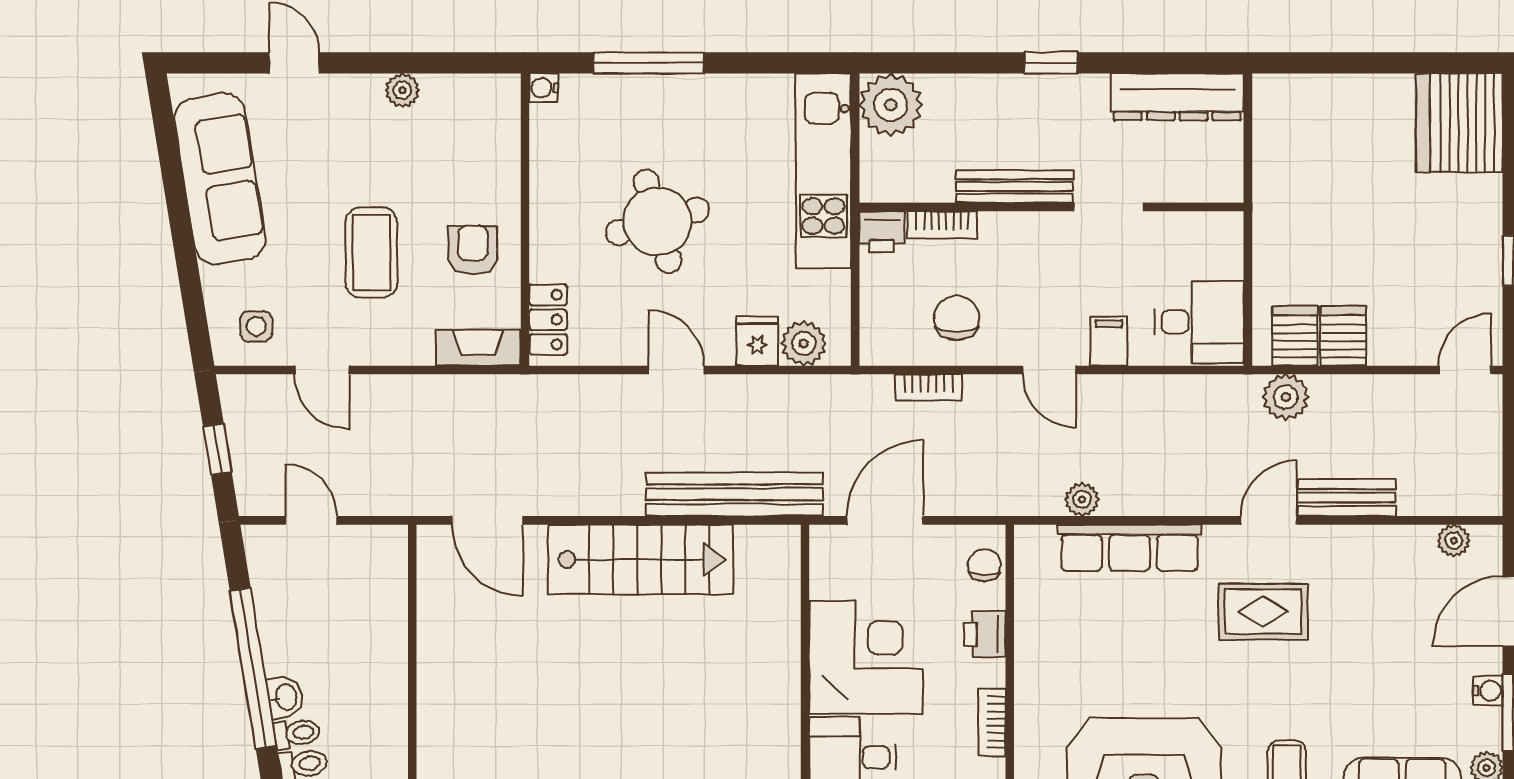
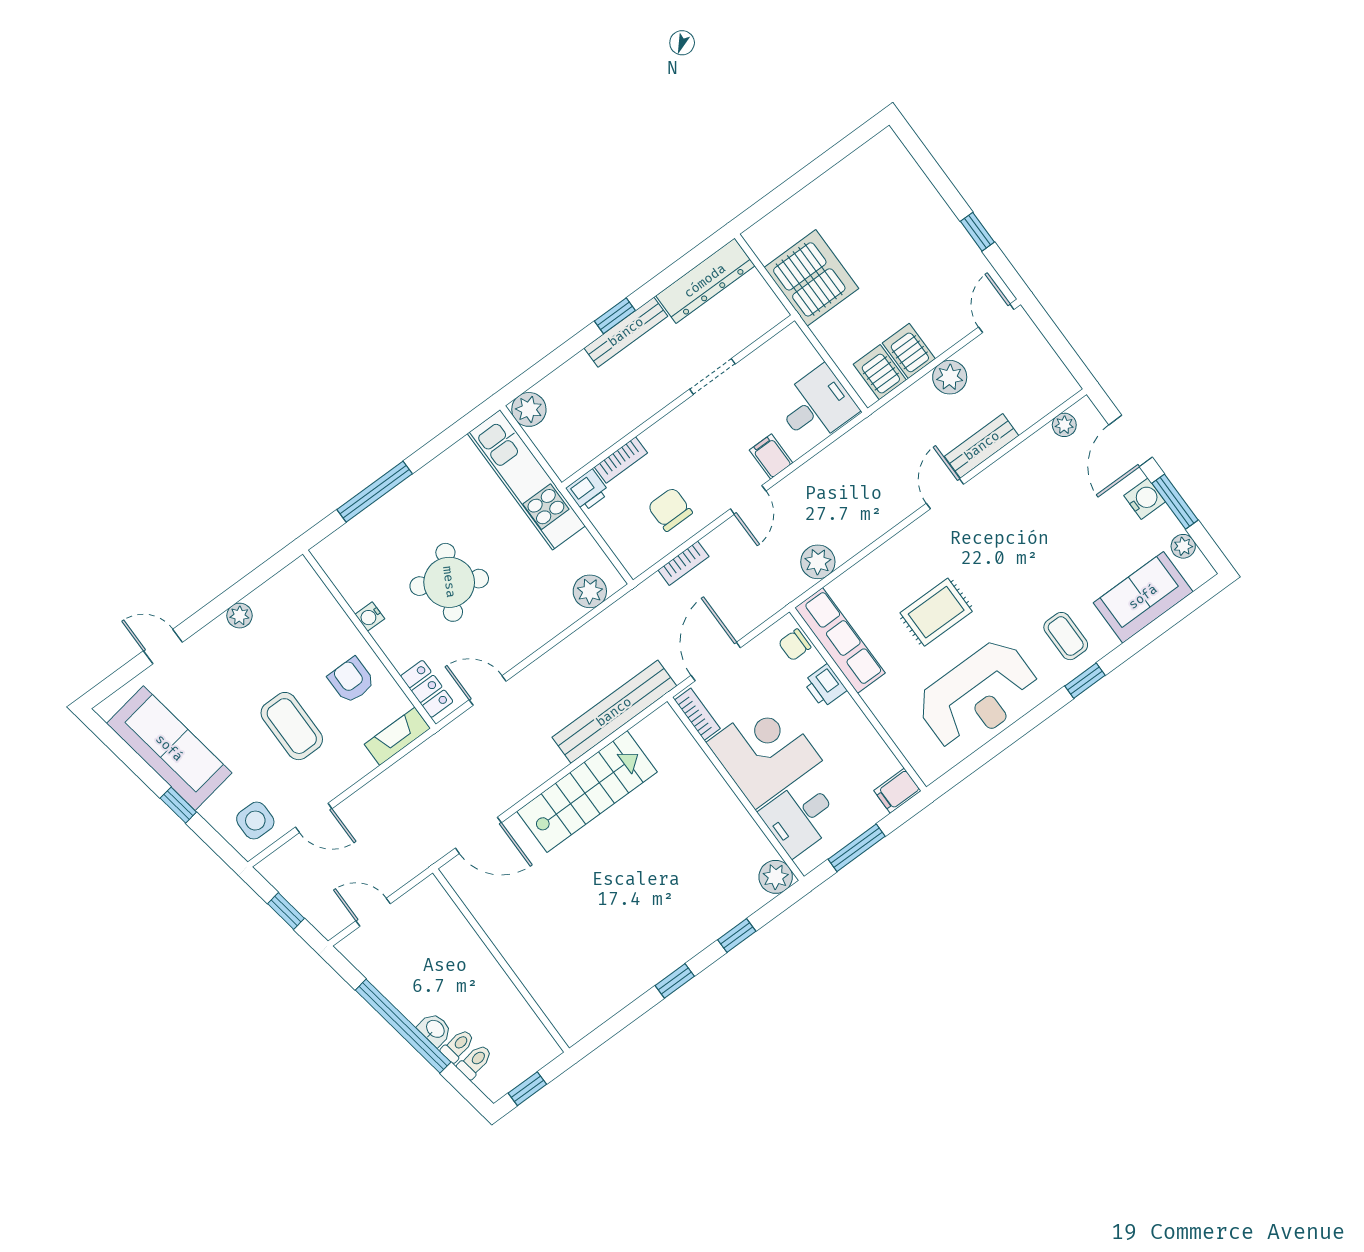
water cooler: (544, 88) -> (370, 617), moved
plant: (891, 105) -> (529, 409), width x0.73, depth x0.73
server rack: (1459, 123) -> (811, 278), moved, turned 180
bench: (1014, 187) -> (626, 332), moved
round table: (658, 221) -> (449, 582), turned 45
window: (184, 248) -> (178, 805), added
side table: (256, 326) -> (255, 821), width x1.37, depth x1.37
fridge: (757, 341) -> (561, 610), removed
door: (676, 370) -> (488, 690), moved
door: (1049, 370) -> (748, 500), hinge flipped
plant: (1286, 397) -> (950, 377), moved
plant: (1082, 499) -> (818, 562), width x1.38, depth x1.38
row of seats: (1129, 548) -> (840, 640), moved, turned -90
chair: (984, 565) -> (795, 645), turned -90
rug: (1263, 612) -> (936, 612), moved
water cooler: (1488, 691) -> (1145, 499), width x1.38, depth x1.38
bookcase: (992, 722) -> (697, 714), moved, turned 180

